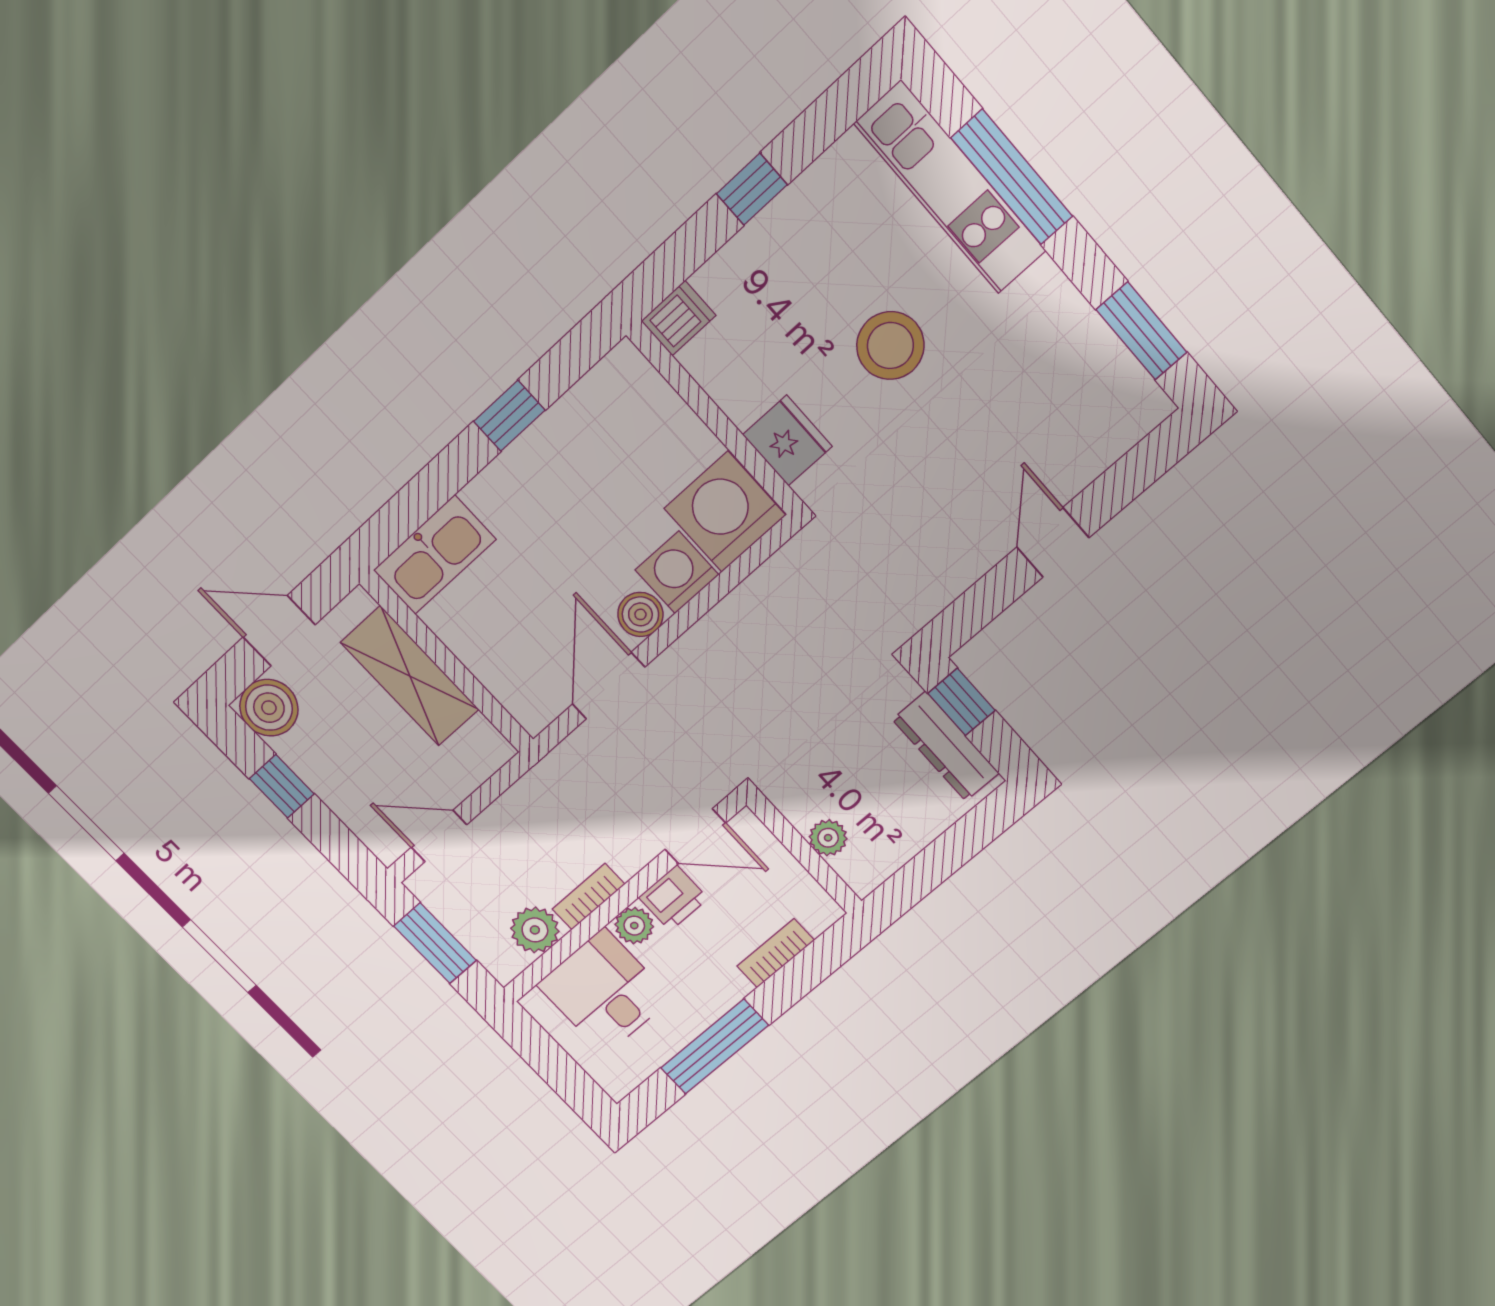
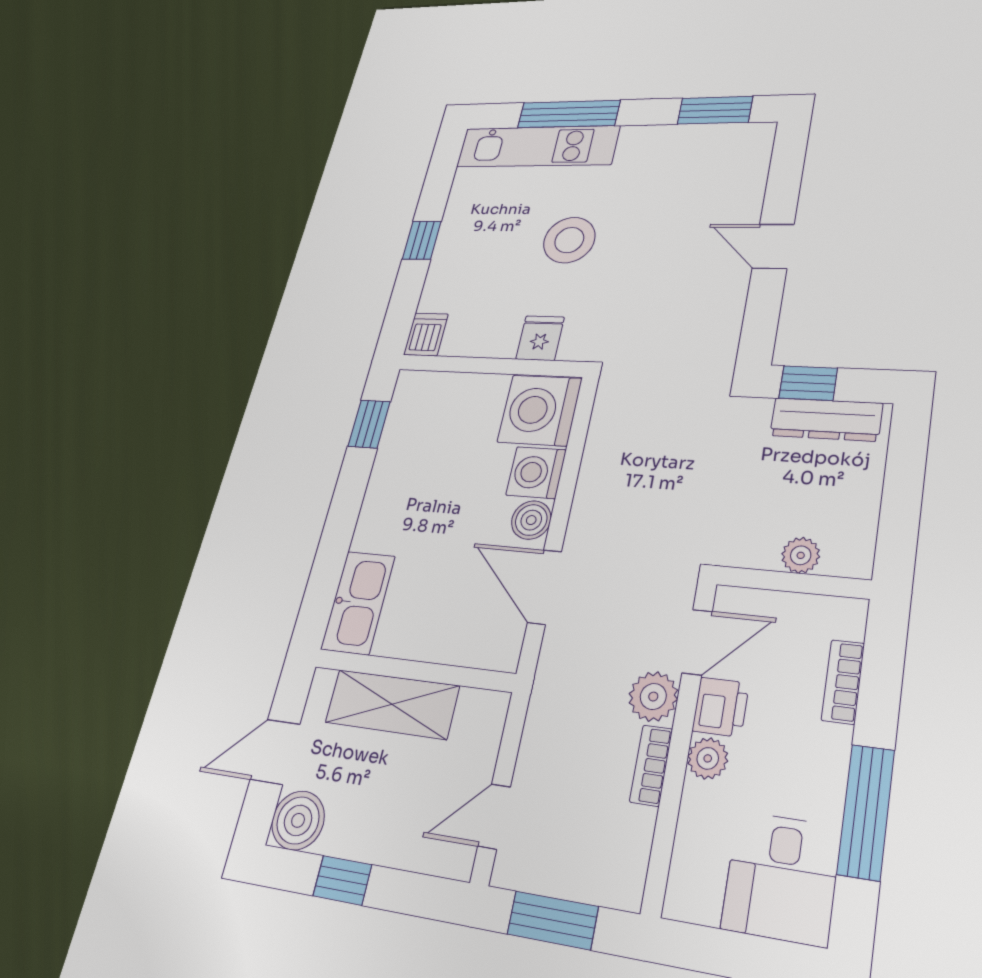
window: (509, 416) -> (369, 424), moved
fridge: (787, 441) -> (540, 338), width x0.72
plant: (535, 930) -> (653, 697), moved
desk: (604, 992) -> (781, 878), moved, turned -90

